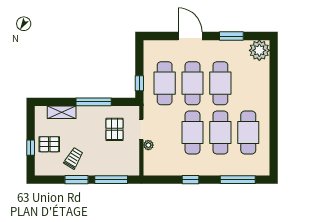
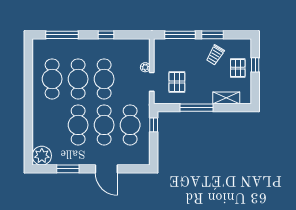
pallet: (49, 144) -> (238, 68), turned 90

